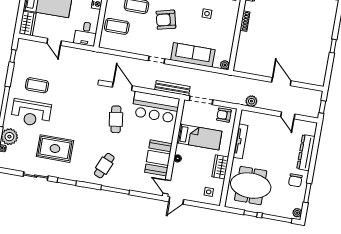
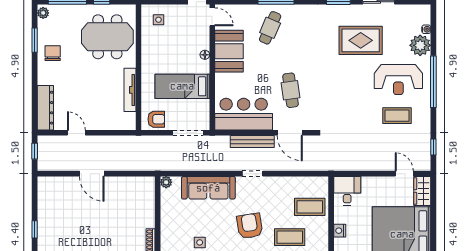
armchair: (166, 20) -> (250, 226), turned -85
door: (54, 42) -> (404, 174), moved
bench: (172, 88) -> (252, 142), moved
plant: (251, 101) -> (125, 143), removed
reception desk: (31, 113) -> (398, 80), turned 180
dresser: (306, 153) -> (45, 108), moved
cafe table: (104, 166) -> (270, 28), moved
wardrobe: (220, 167) -> (150, 53), removed

